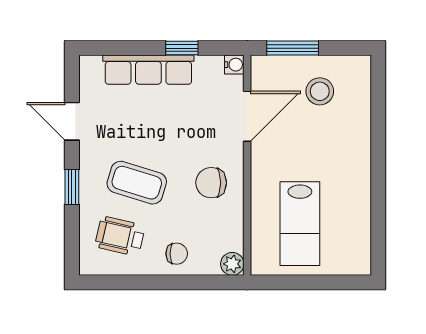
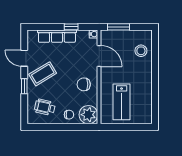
stool: (320, 91) -> (141, 51), moved
door: (247, 116) -> (99, 56), hinge flipped
coffee table: (137, 183) -> (43, 74), moved, turned -48
plant: (232, 264) -> (88, 115), width x1.88, depth x1.88

